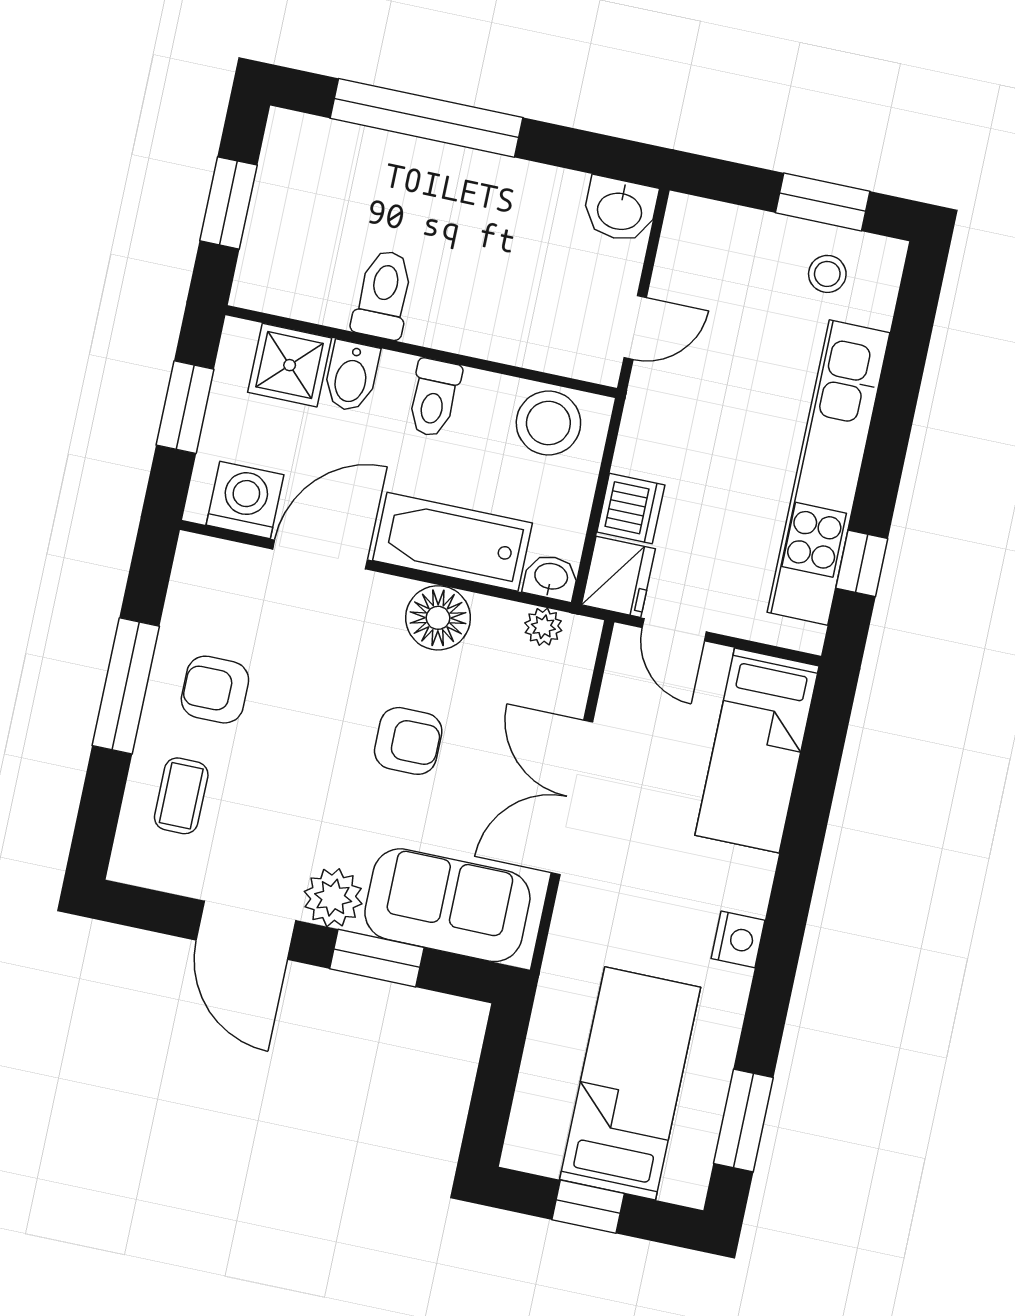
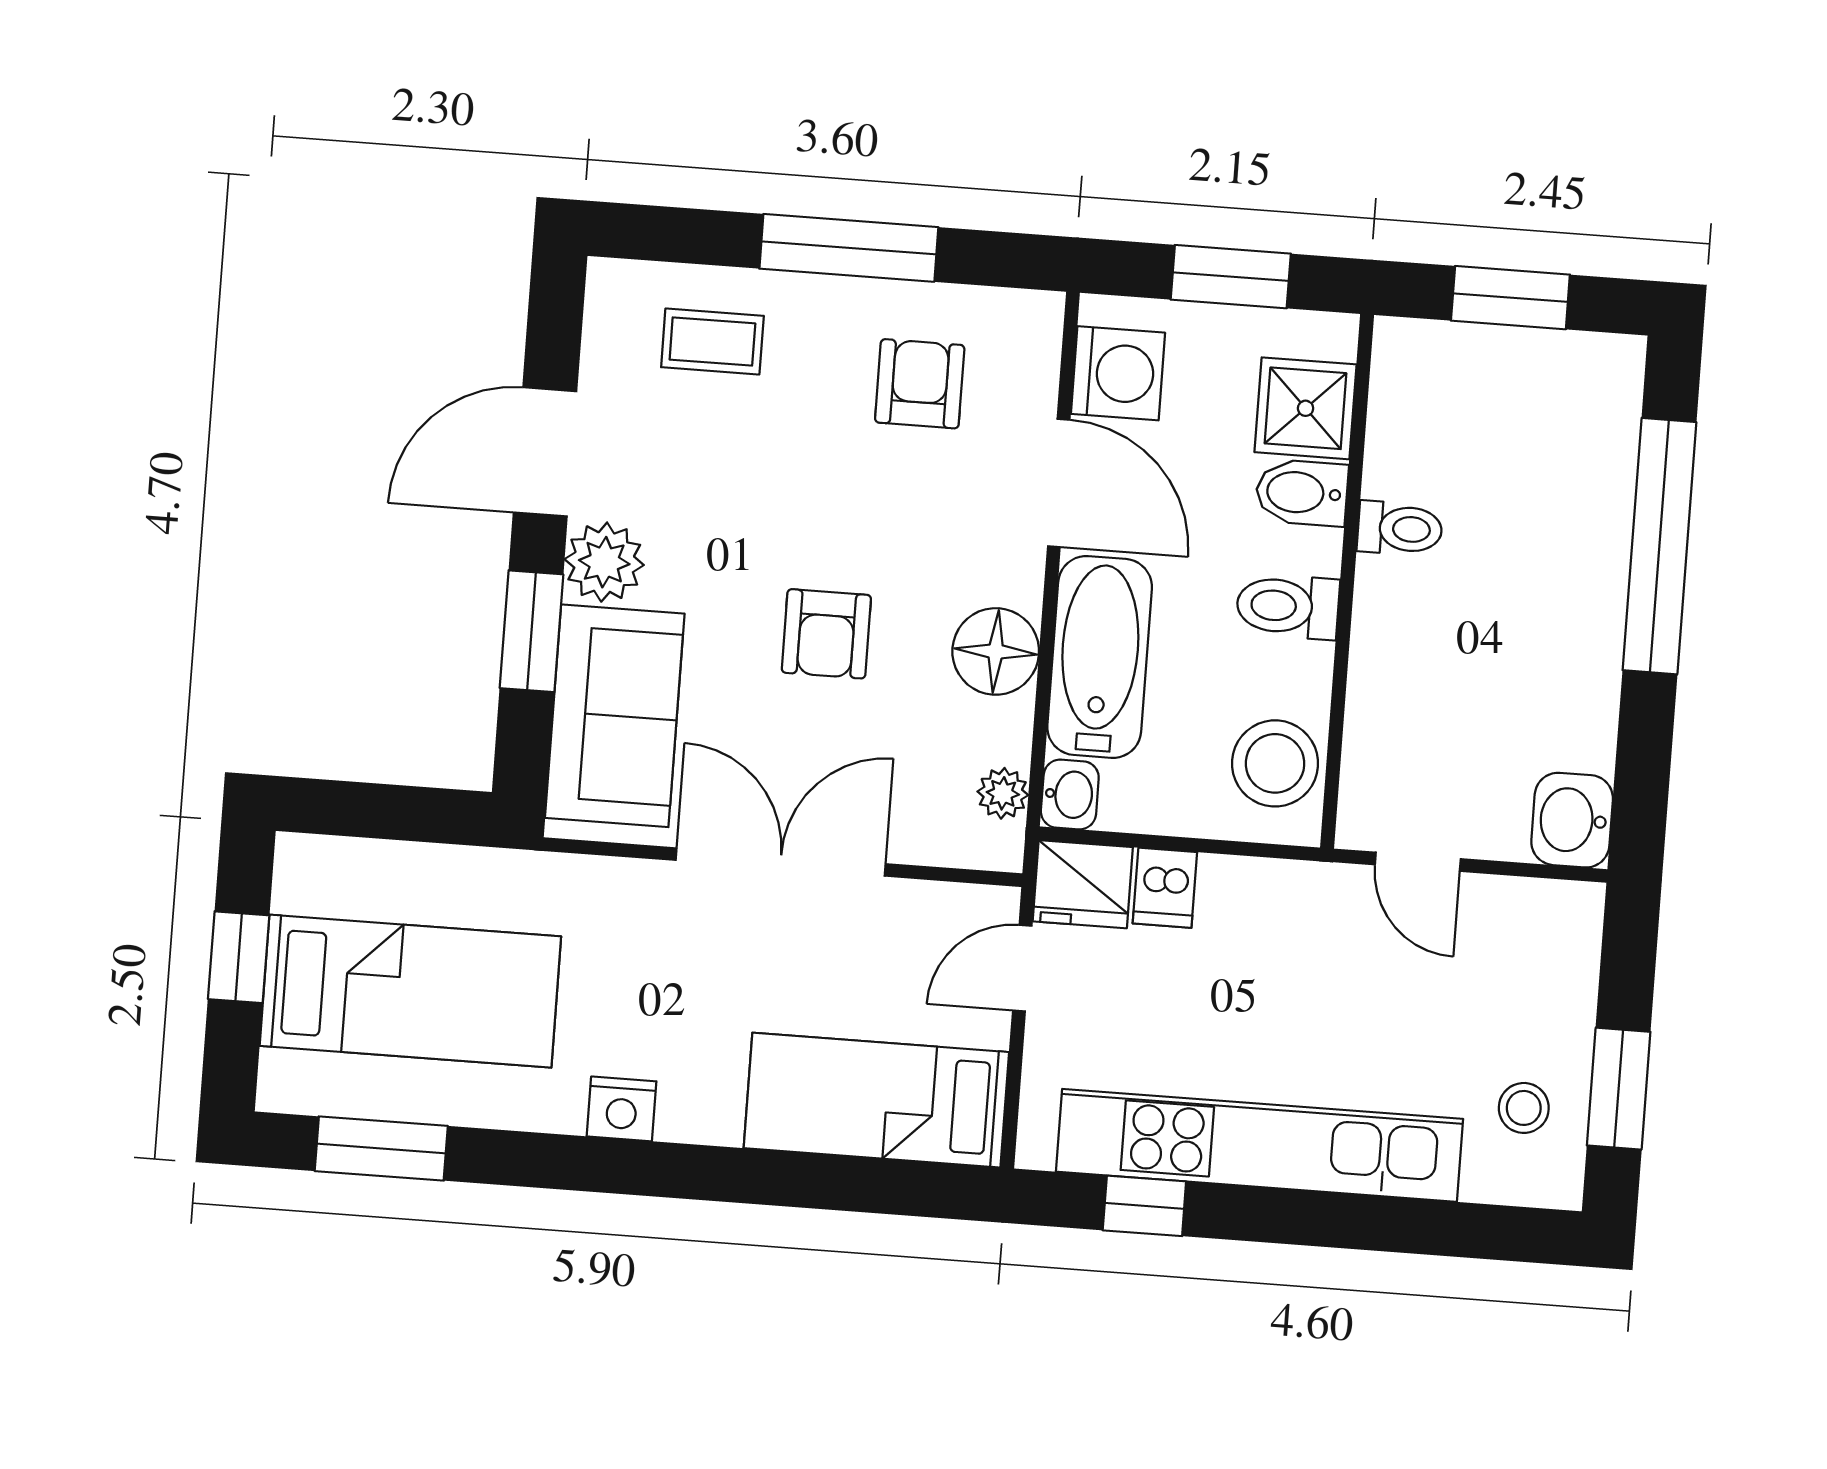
toilet: (383, 294) -> (1400, 529), width x0.73, depth x0.72
dishwasher: (631, 508) -> (1165, 888), width x0.73
armchair: (215, 690) -> (920, 384), moved

